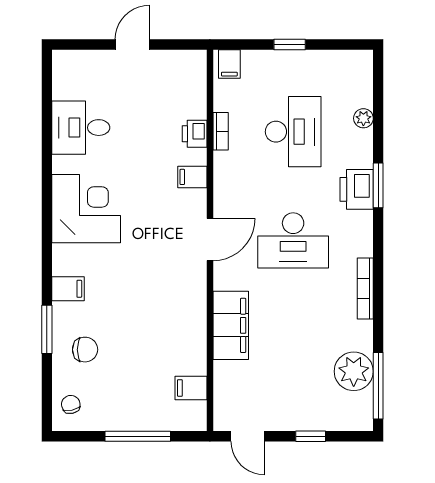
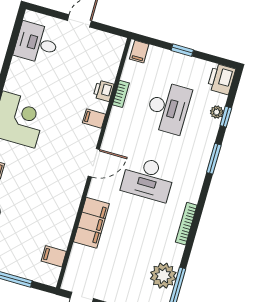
window: (378, 121) -> (226, 117), added
desk: (81, 128) -> (37, 43), moved
printer: (357, 189) -> (221, 79), moved

